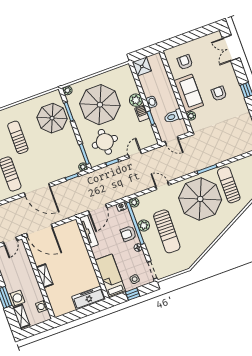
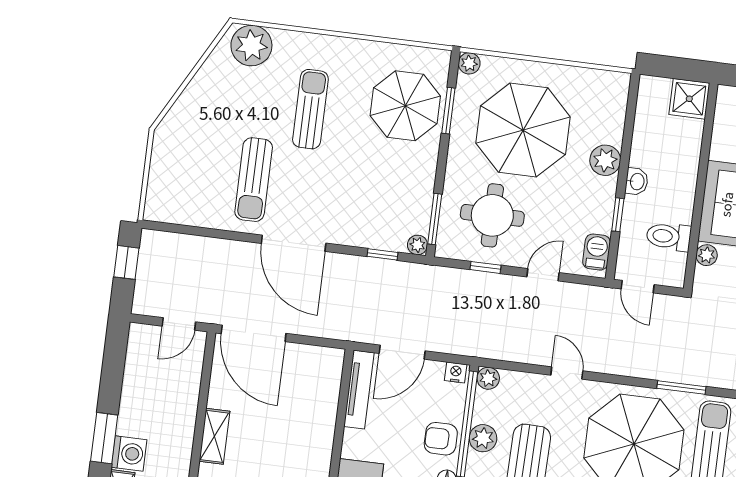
shower: (142, 66) -> (689, 99), moved
barbecue: (142, 113) -> (596, 252), moved

